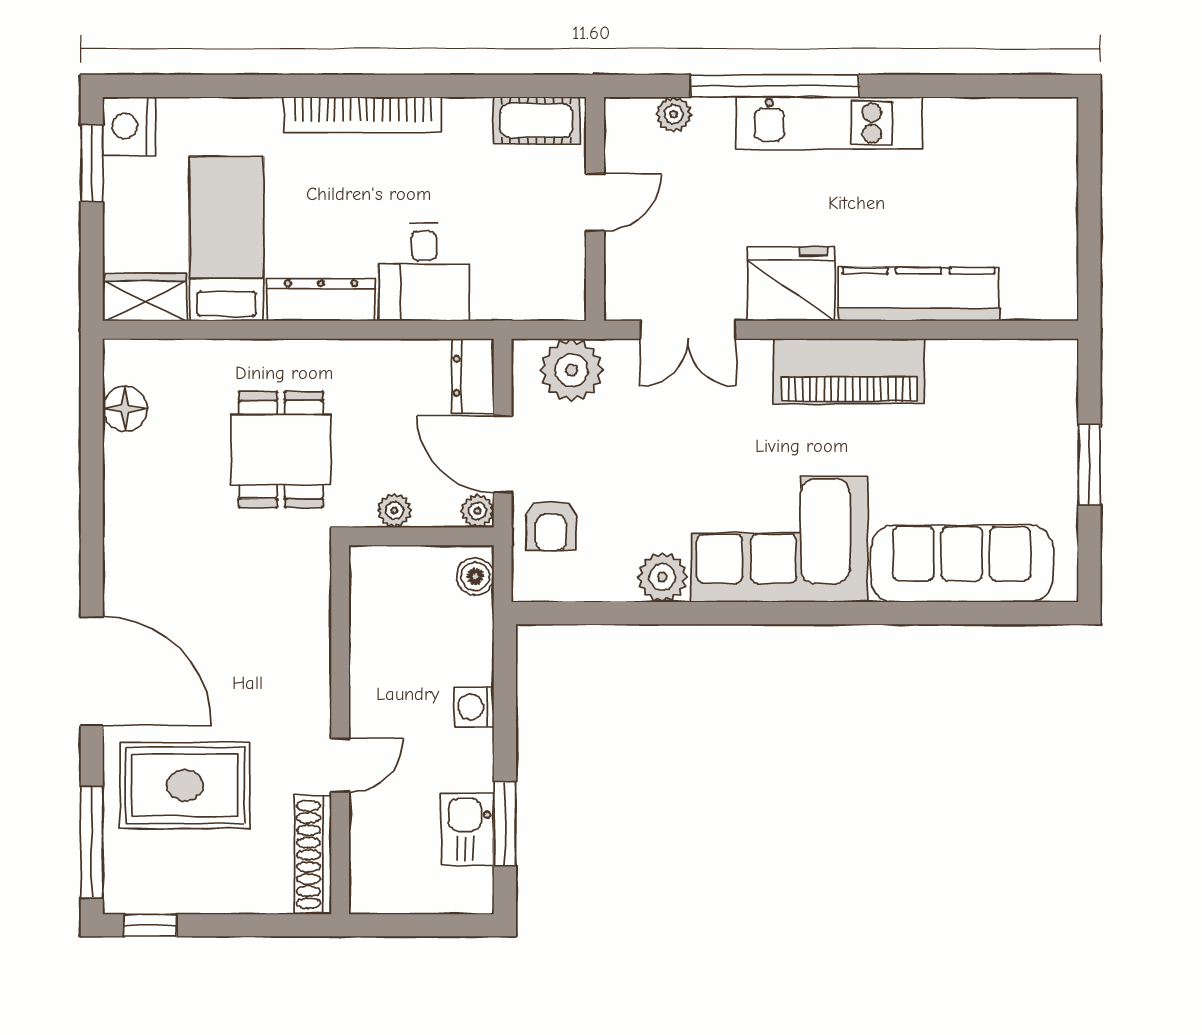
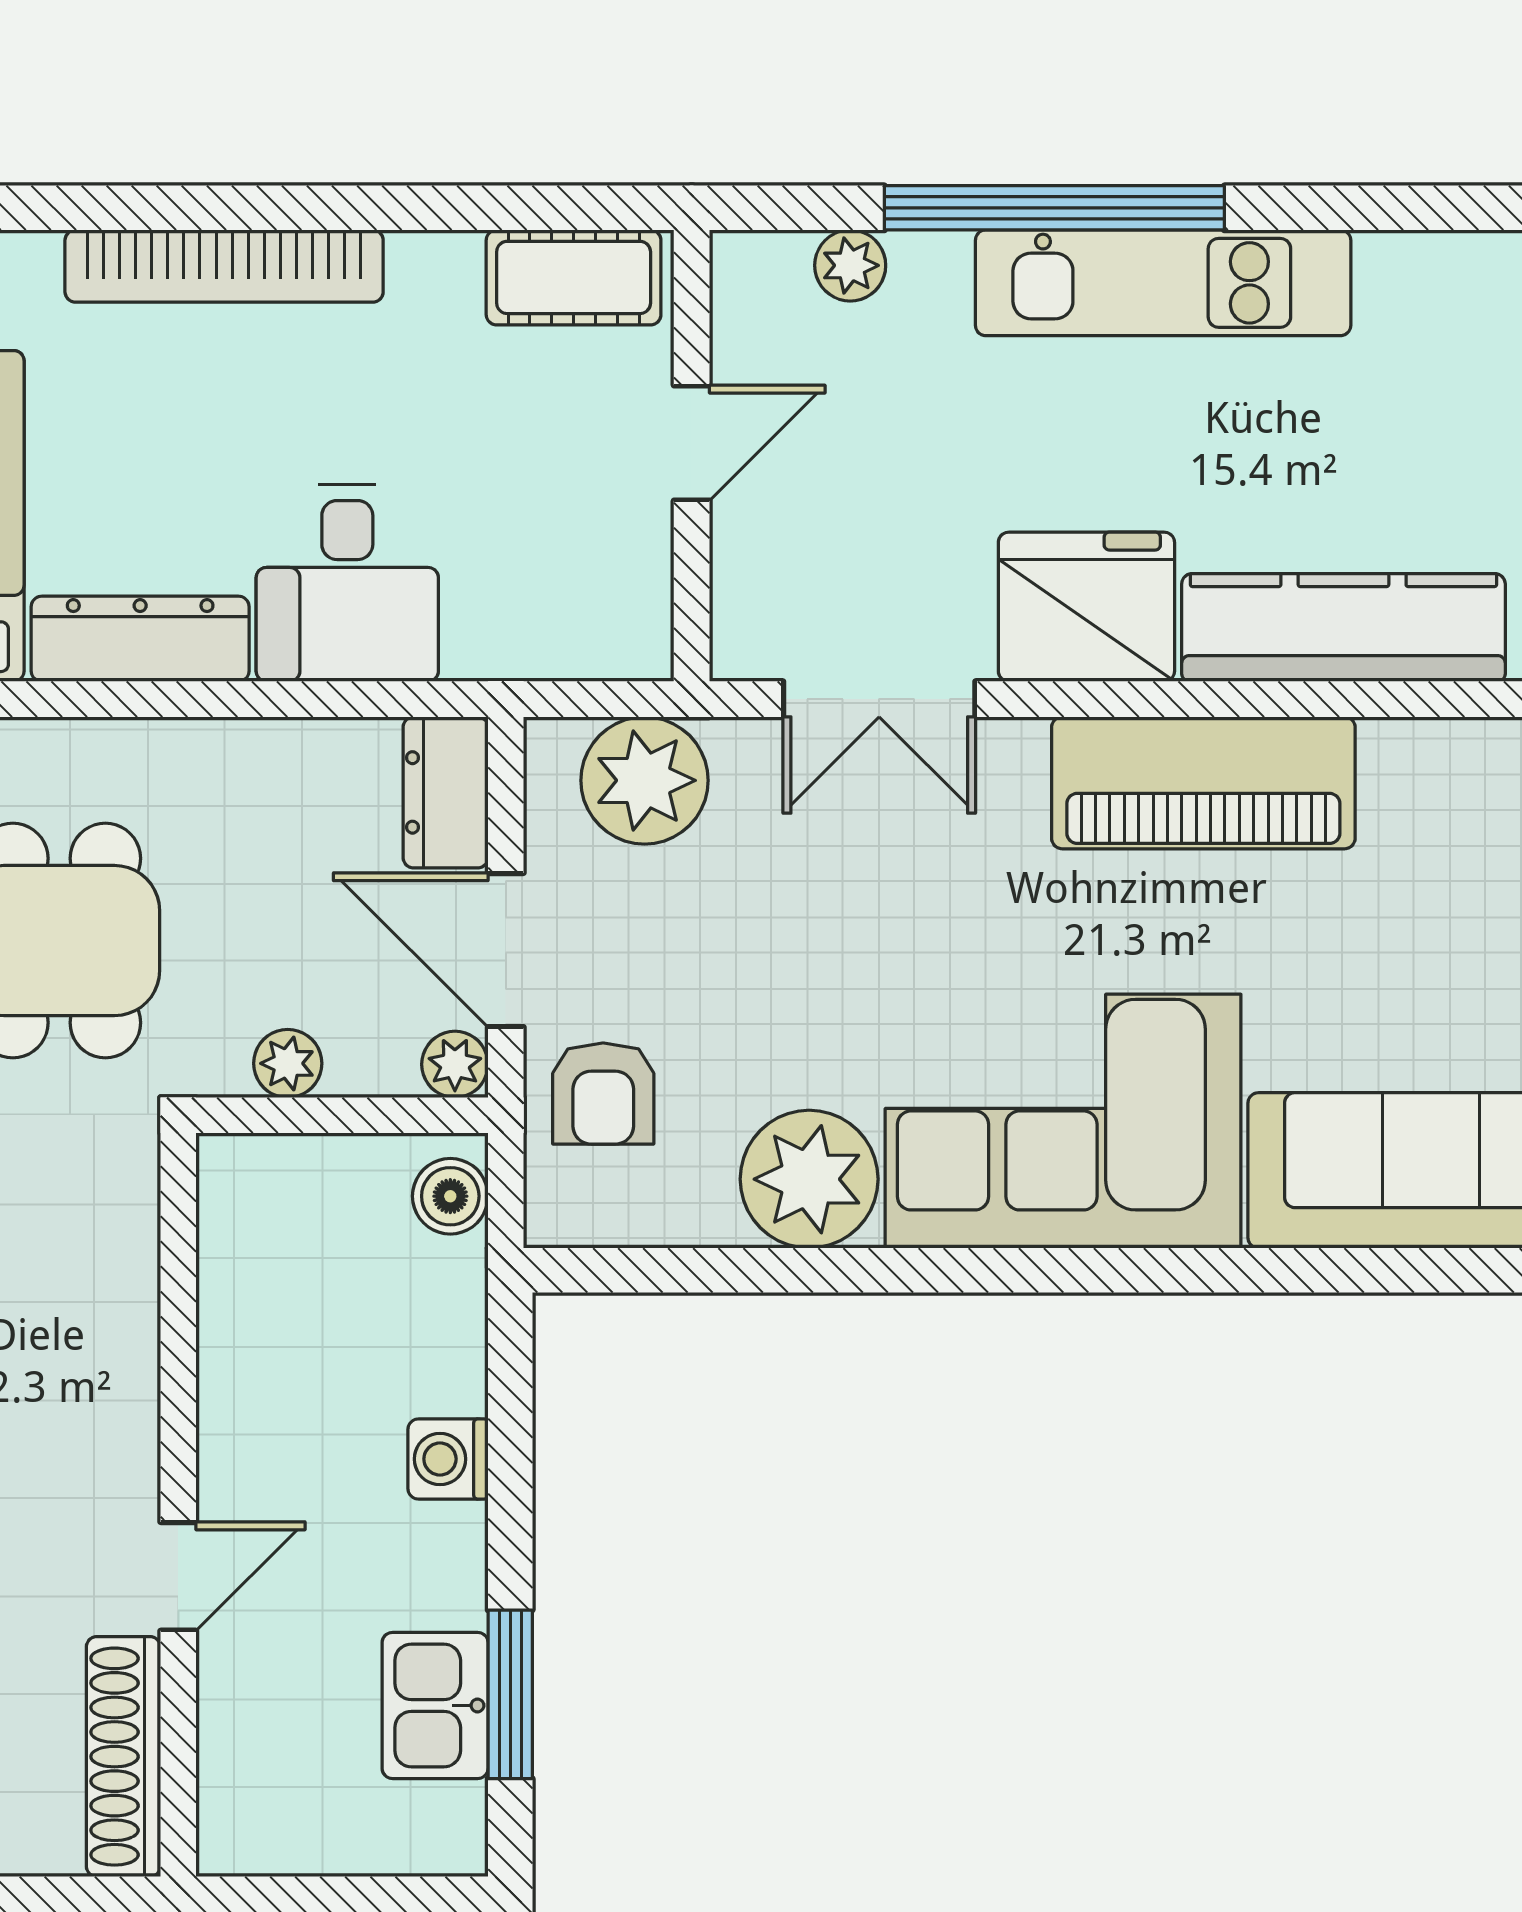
plant: (662, 577) -> (809, 1179), width x1.36, depth x1.36

